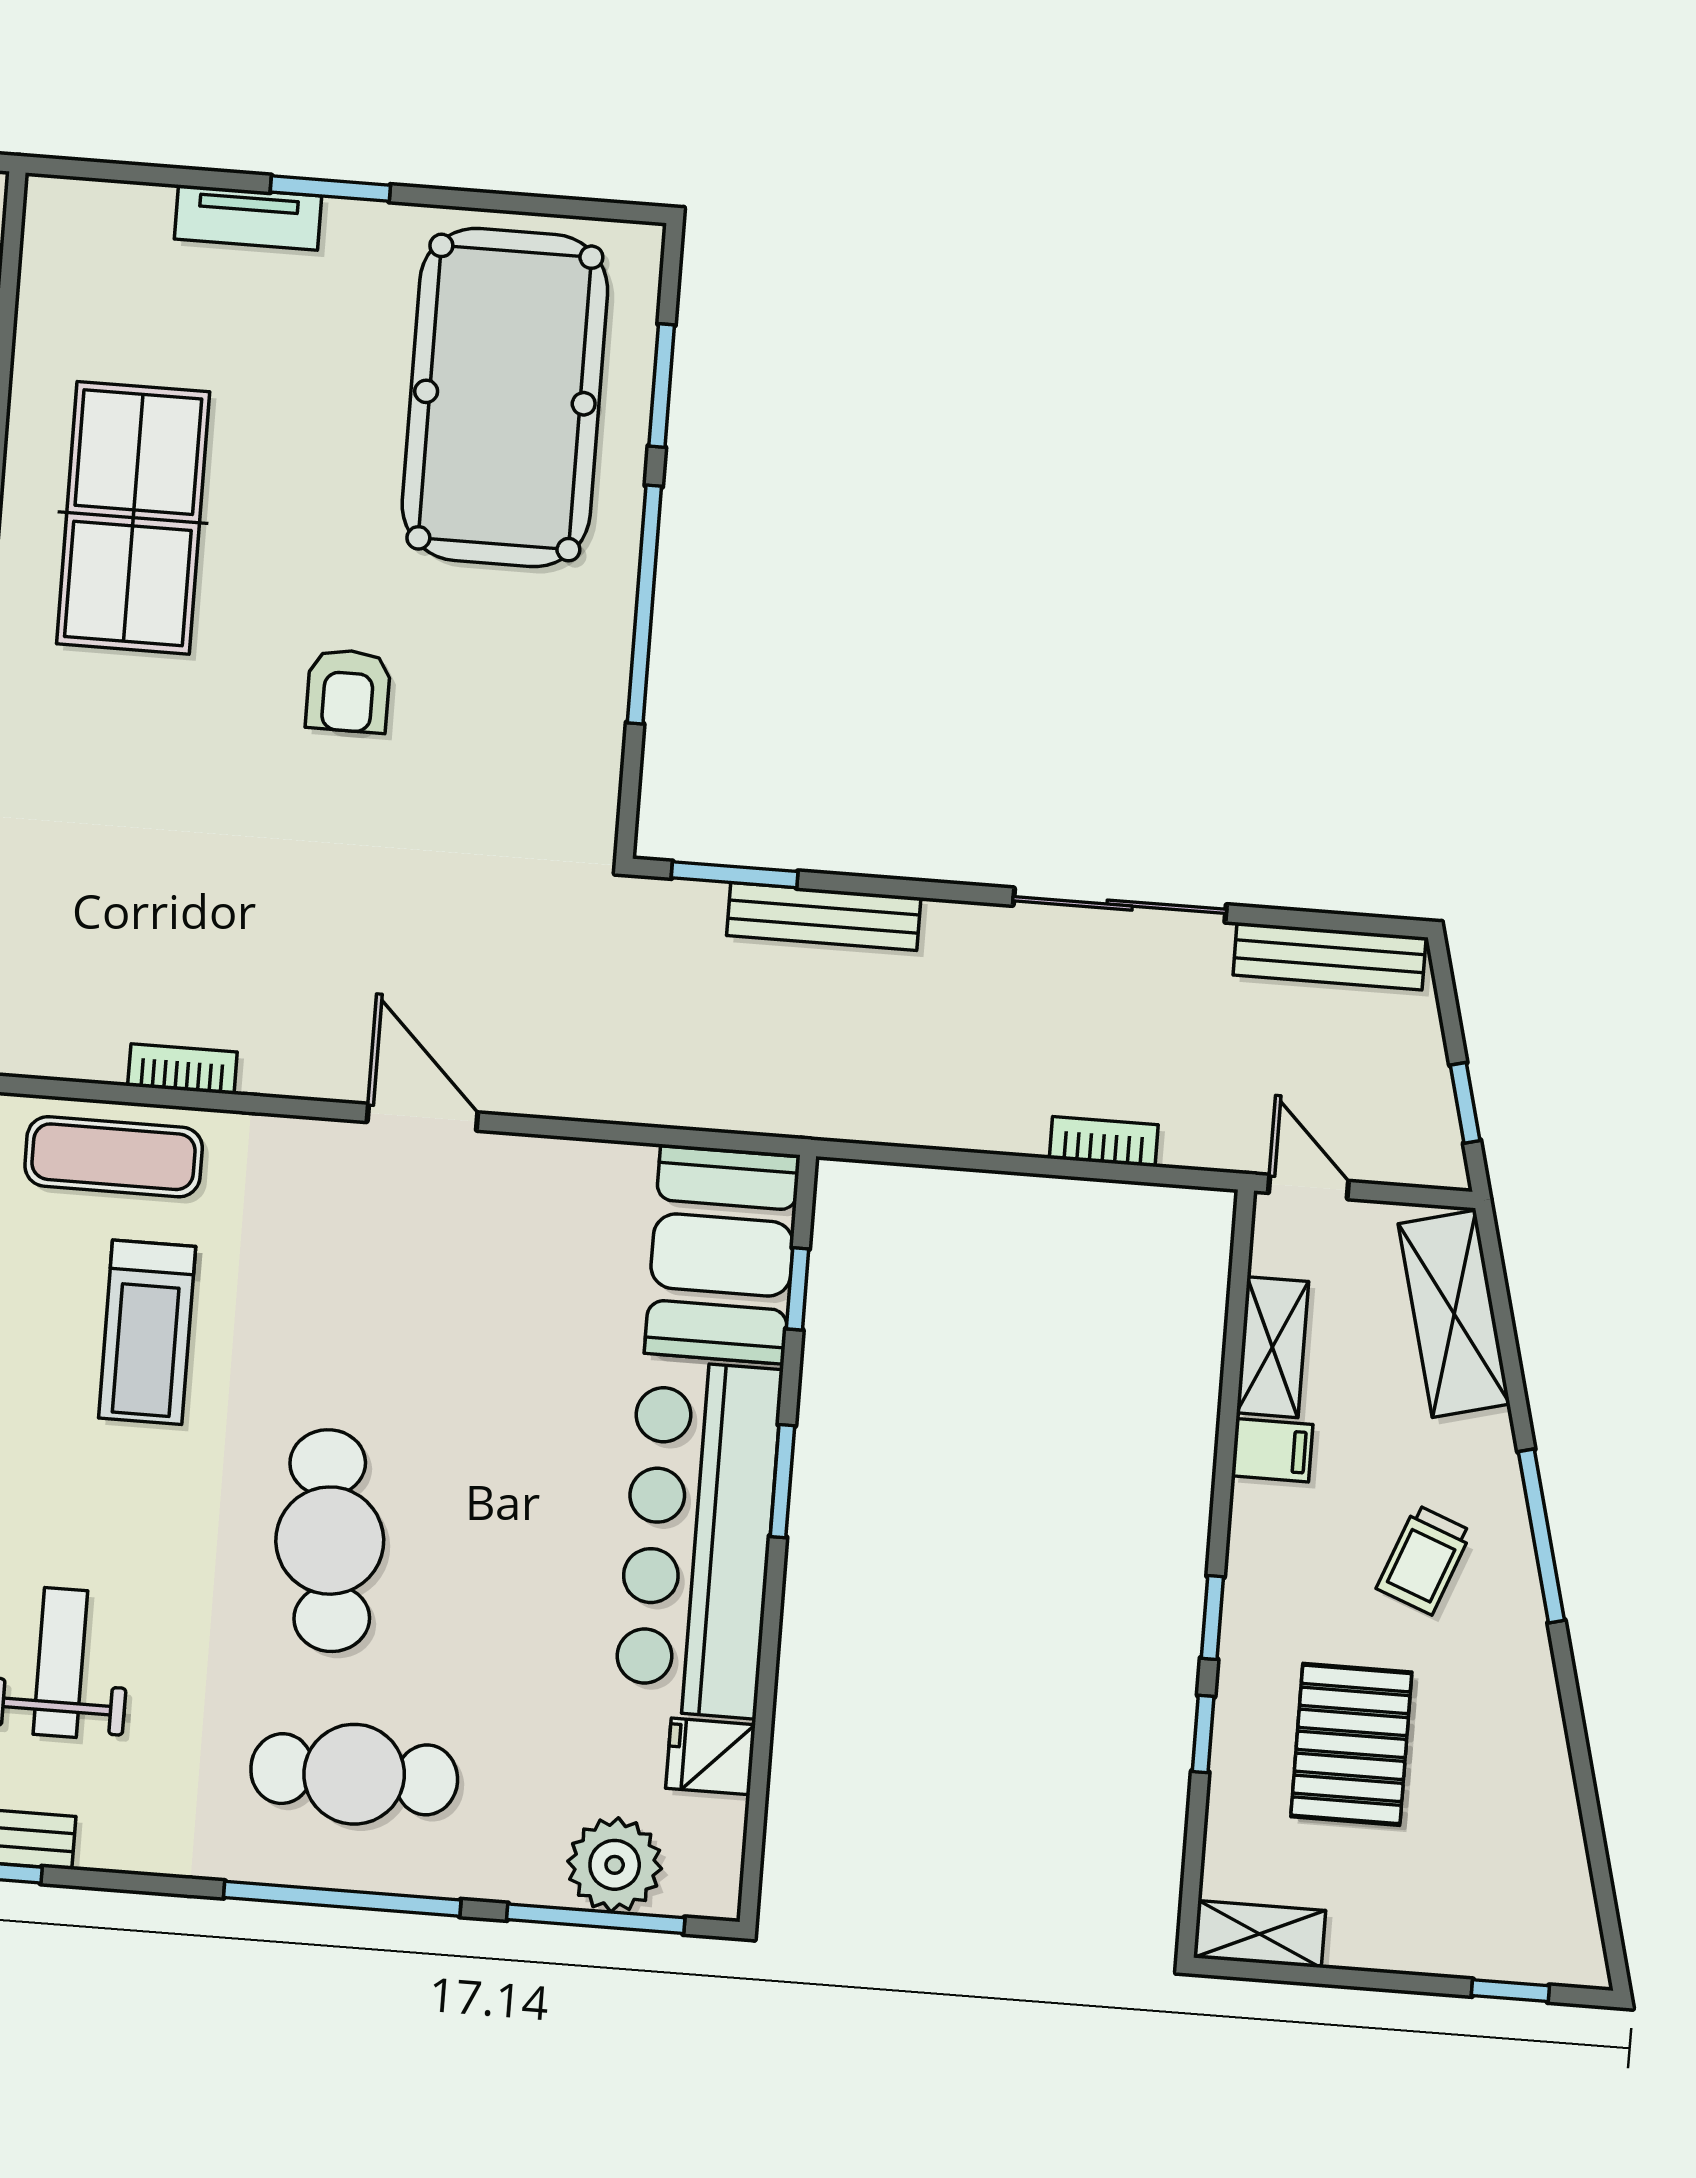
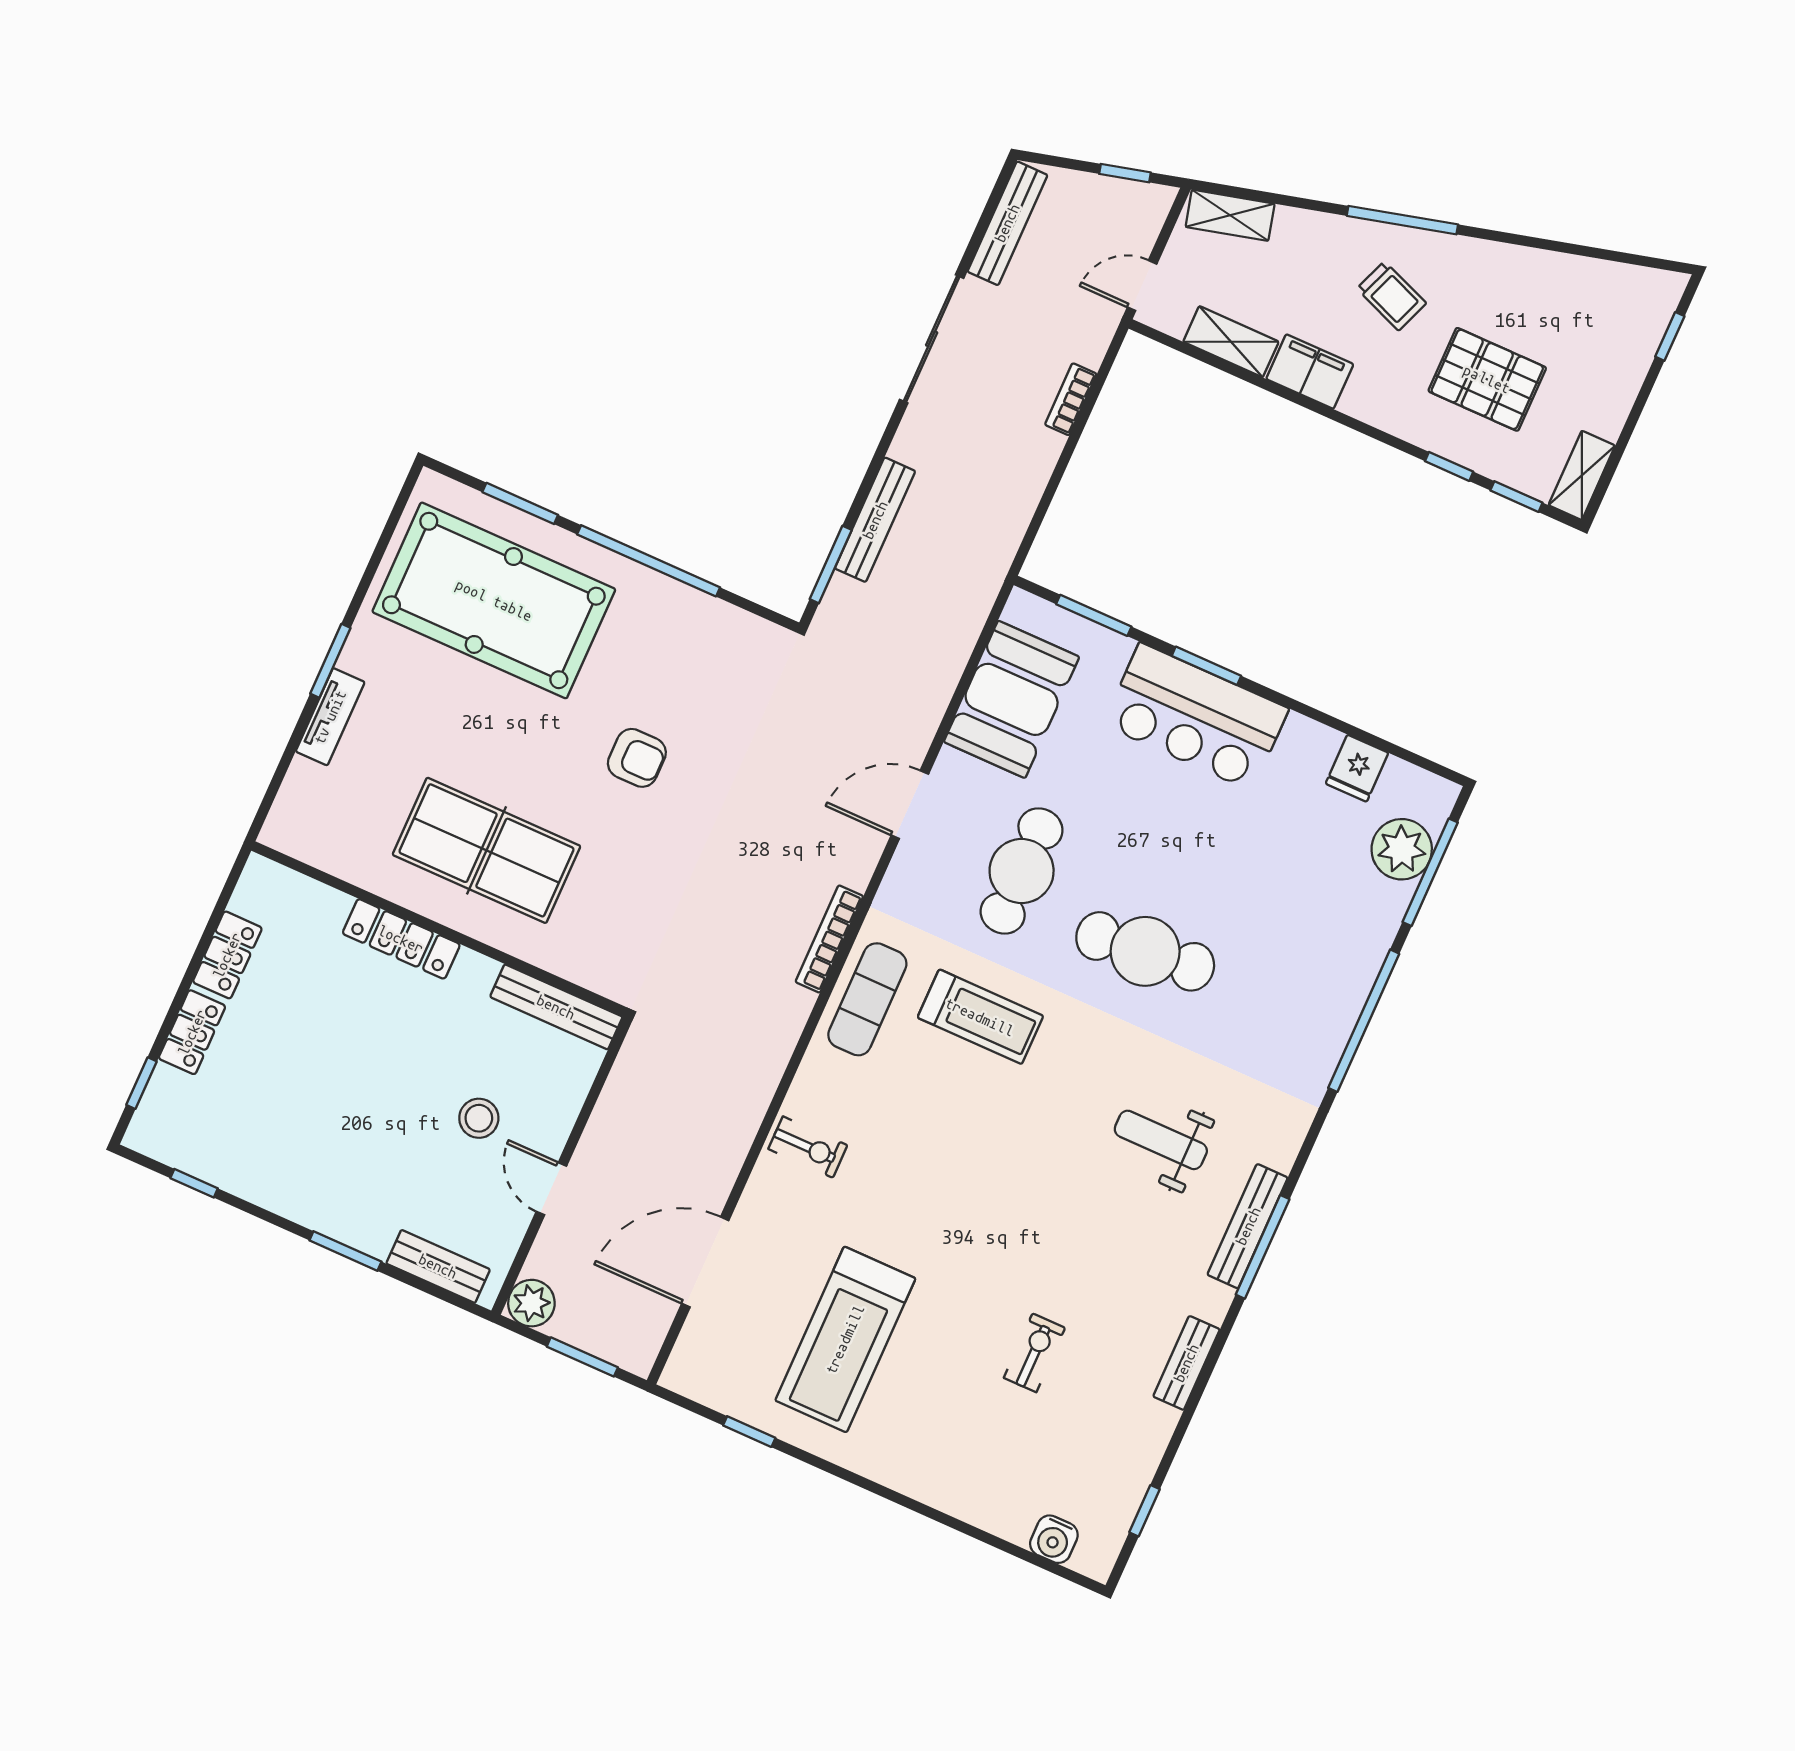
bookcase: (182, 1069) -> (829, 939), width x1.56
booth: (722, 1255) -> (1012, 699), moved, turned 90
window: (798, 1289) -> (1094, 615), width x1.50
shelving: (1454, 1314) -> (1230, 215), width x0.67, depth x0.75
filing cabinet: (1272, 1450) -> (1310, 371), width x2.00
bar counter: (698, 1539) -> (1196, 717), width x0.73
window: (1212, 1618) -> (1516, 497), moved
cafe table: (354, 1774) -> (1022, 871), moved

